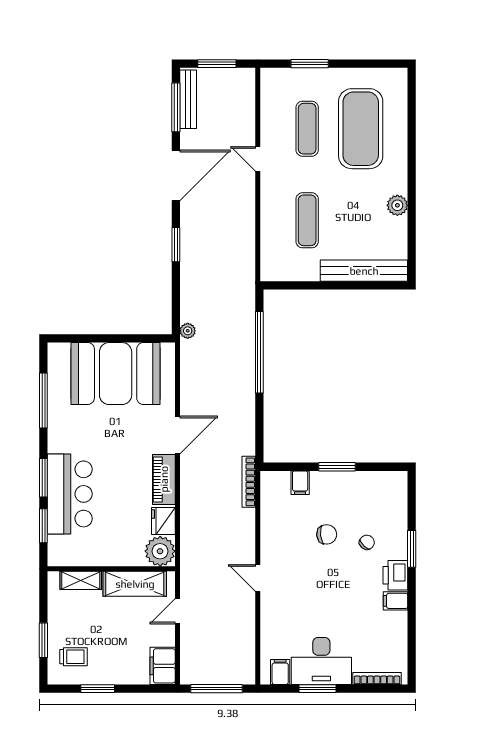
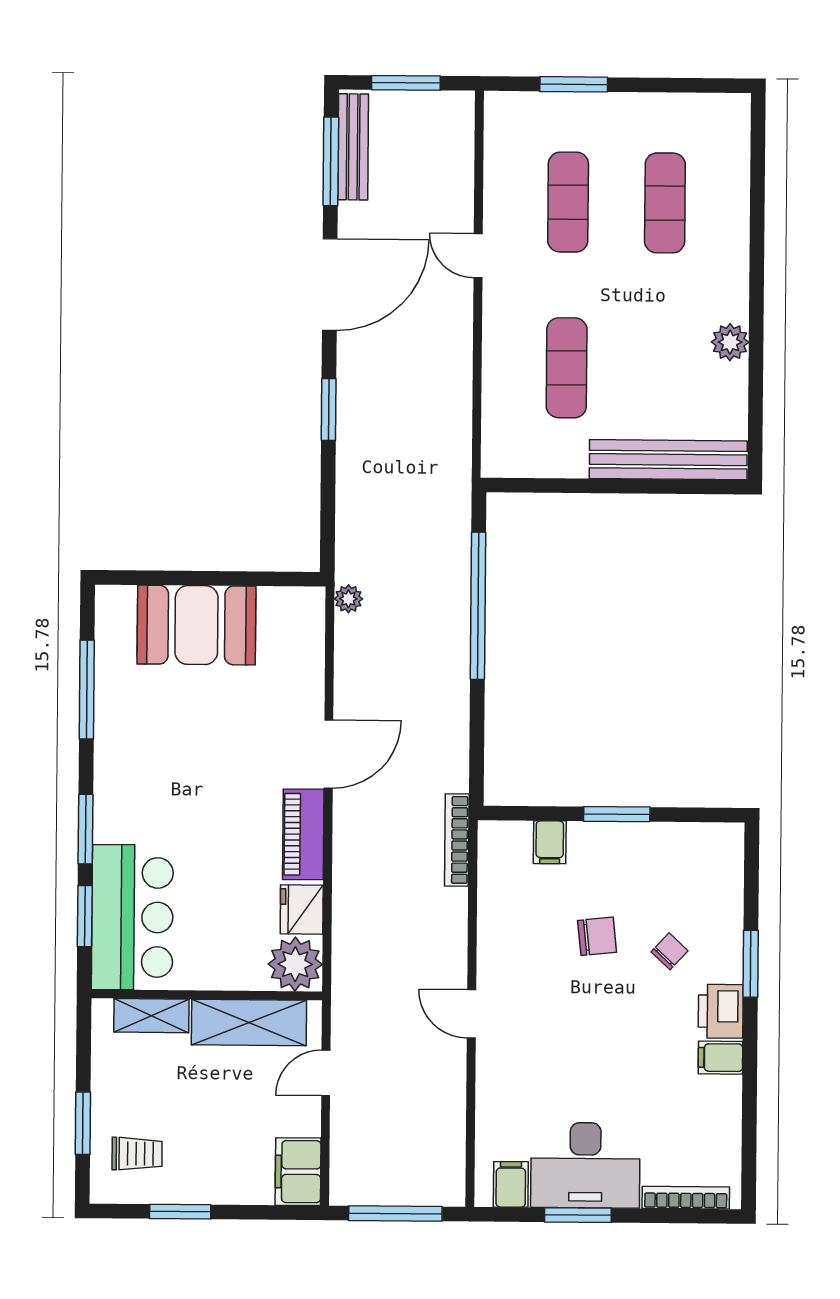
exercise mat: (361, 129) -> (665, 203), width x0.50, depth x0.69
plant: (188, 331) -> (348, 599), moved
booth: (116, 374) -> (196, 625), width x0.73, depth x0.70
bar counter: (70, 494) -> (132, 917), moved

